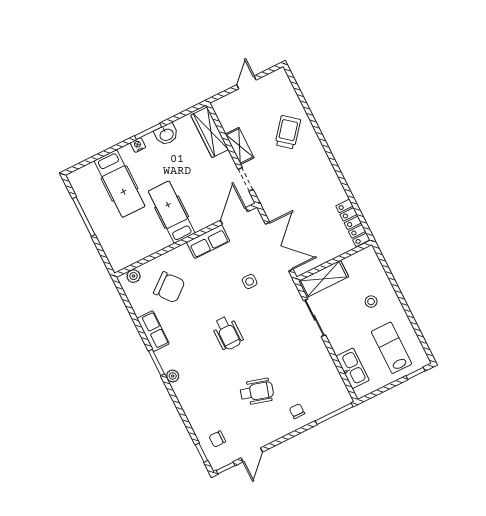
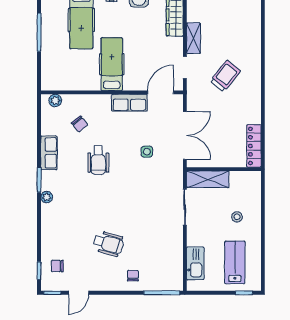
trolley: (288, 132) -> (225, 76), moved
chair: (169, 287) -> (80, 124), width x0.54, depth x0.54
wheelchair: (227, 333) -> (98, 160), moved

